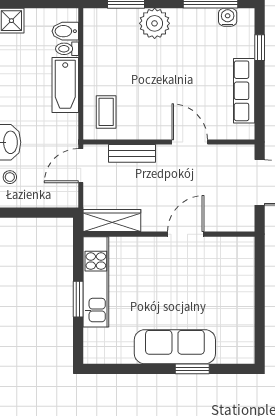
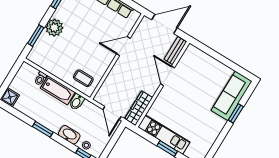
bidet: (65, 31) -> (77, 102), moved
bench: (132, 153) -> (175, 51), moved
door: (81, 166) -> (112, 113), moved
sofa: (175, 347) -> (232, 96), moved

